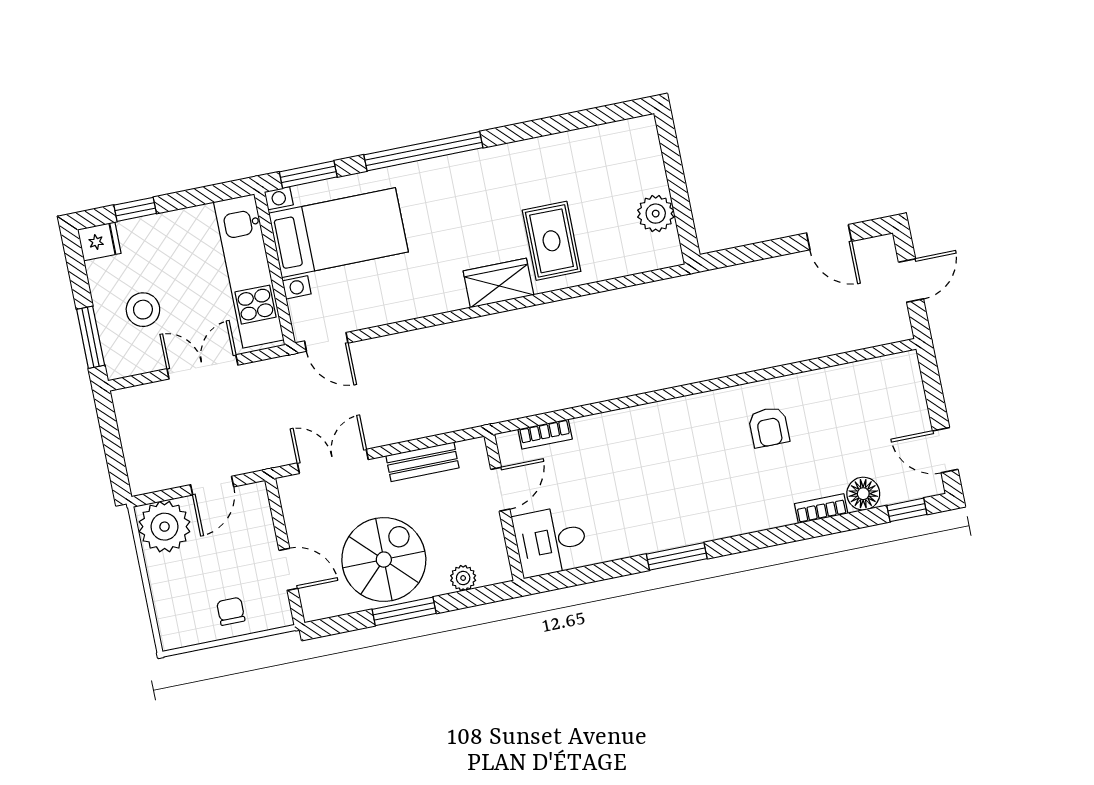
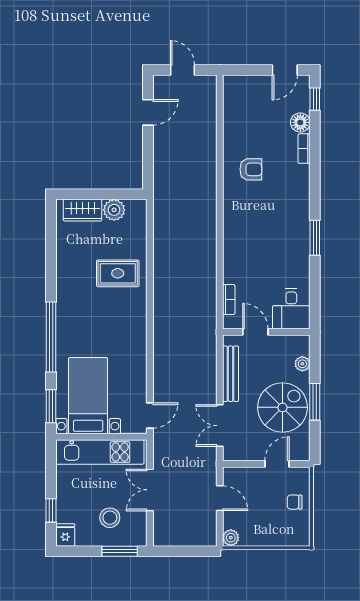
wardrobe: (498, 283) -> (83, 210), moved, turned -90
bench: (422, 462) -> (230, 374), width x1.36
plant: (164, 527) -> (231, 538), width x0.53, depth x0.53
spiral stairs: (384, 560) -> (282, 407), turned 90

